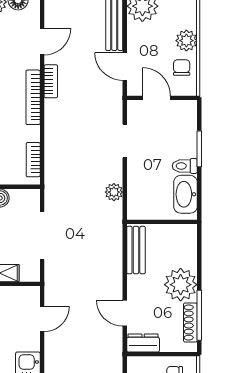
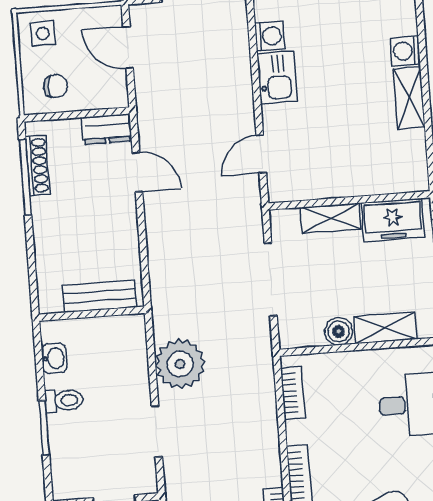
plant: (114, 192) -> (180, 364), width x1.87, depth x1.87
washbasin: (185, 194) -> (54, 358), width x0.52, depth x0.69
bench: (136, 250) -> (100, 296), moved, turned 90
plant: (181, 285) -> (57, 221), removed

